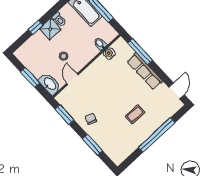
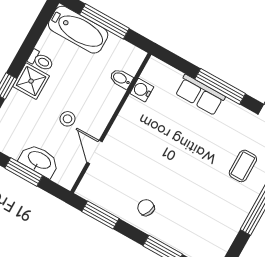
window: (140, 52) -> (220, 86), moved
row of seats: (145, 71) -> (200, 95), width x0.68
washbasin: (50, 84) -> (39, 161), moved
coffee table: (135, 114) -> (243, 166), moved

